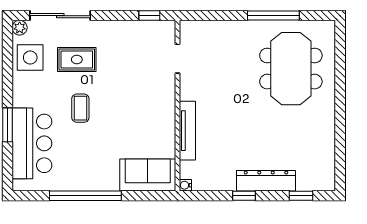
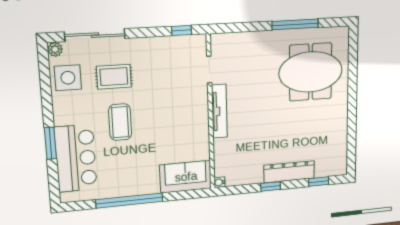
meeting table: (291, 69) -> (311, 72), turned 90
coffee table: (80, 108) -> (120, 122), width x1.36, depth x1.30
tv unit: (187, 131) -> (219, 111), moved

